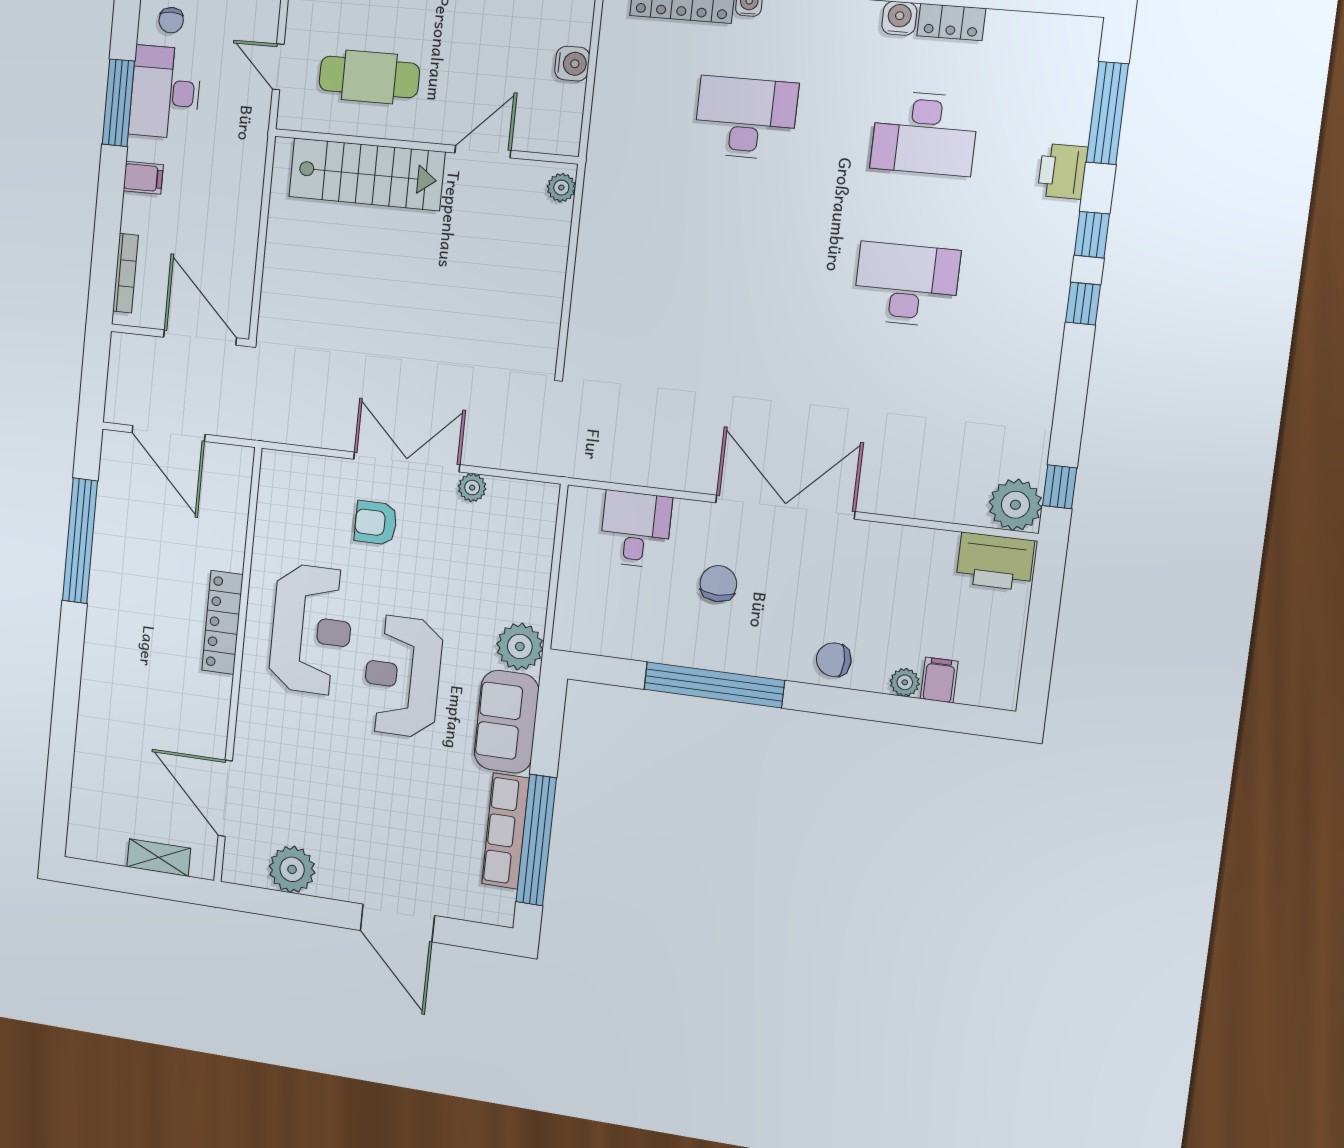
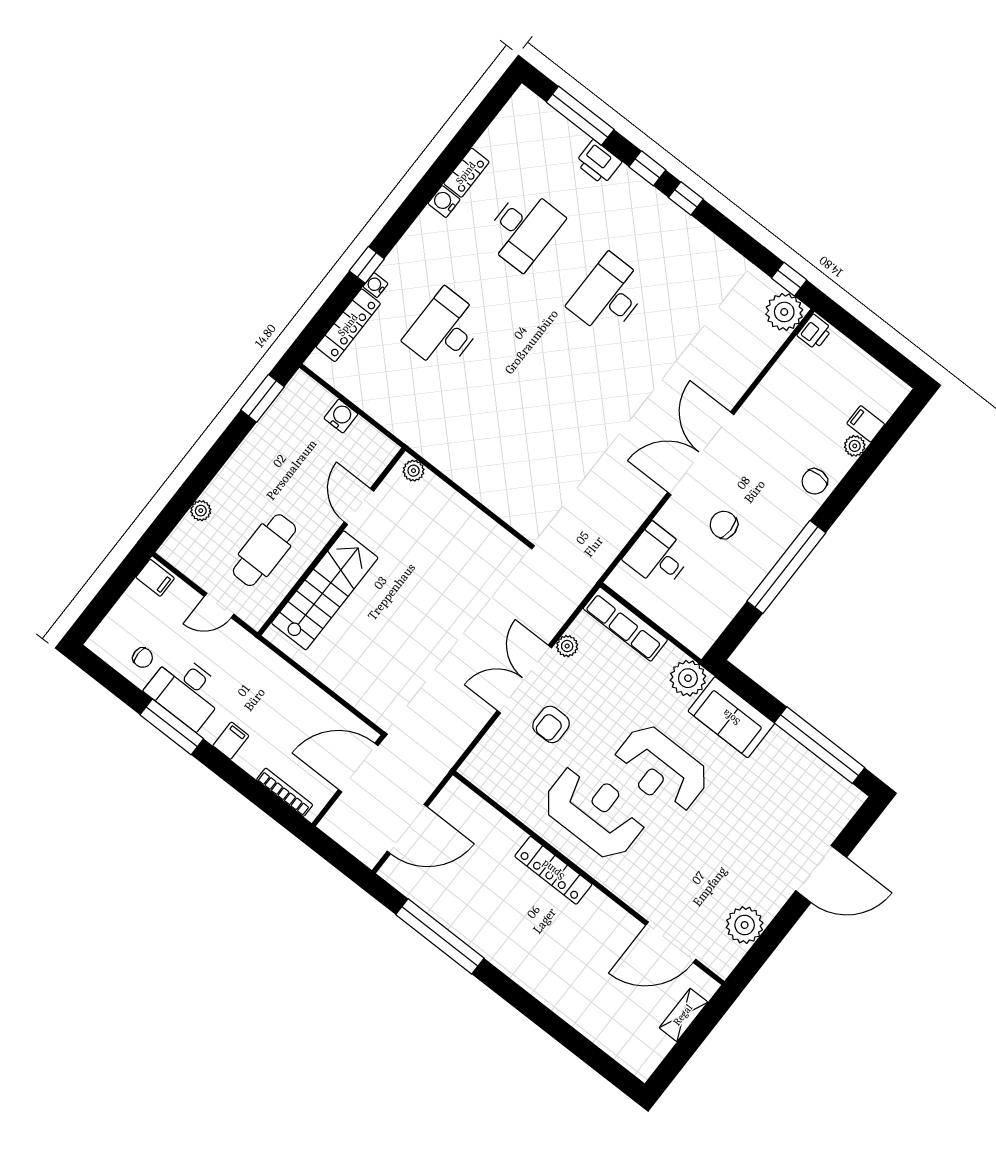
printer: (995, 562) -> (815, 332), width x0.53, depth x0.68
row of seats: (506, 831) -> (625, 624), moved

